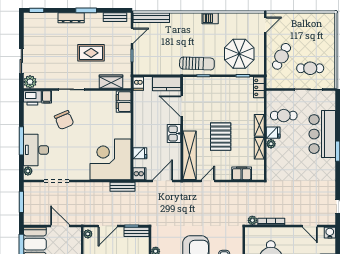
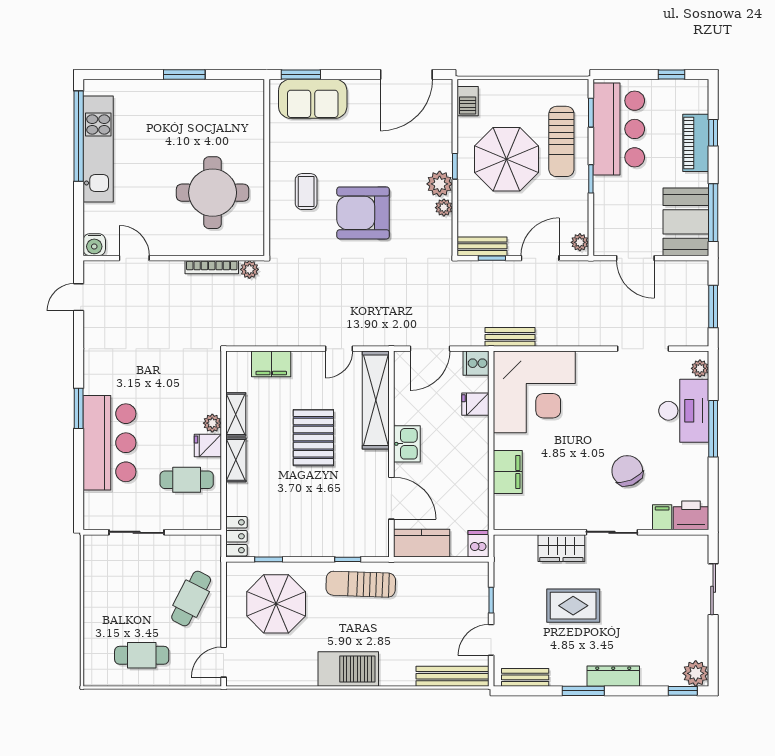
barbecue: (210, 18) -> (348, 669), width x1.88, depth x1.53
cafe table: (310, 68) -> (142, 655), moved
plant: (30, 82) -> (696, 673), moved
wardrobe: (111, 82) -> (561, 548), moved
filing cabinet: (124, 102) -> (508, 472), moved

